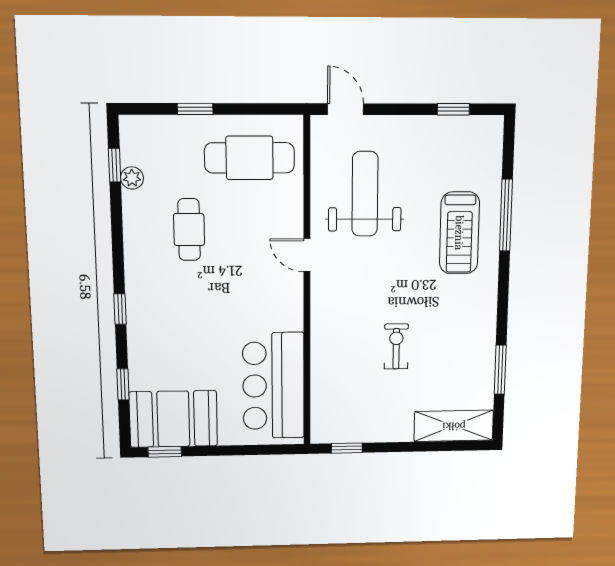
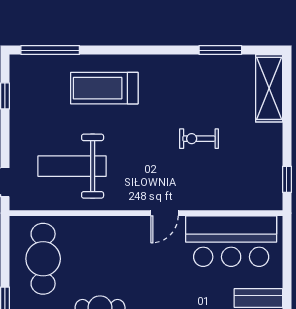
window: (506, 215) -> (50, 50), moved
treadmill: (459, 233) -> (104, 88), turned 180
door: (307, 255) -> (165, 213), moved

